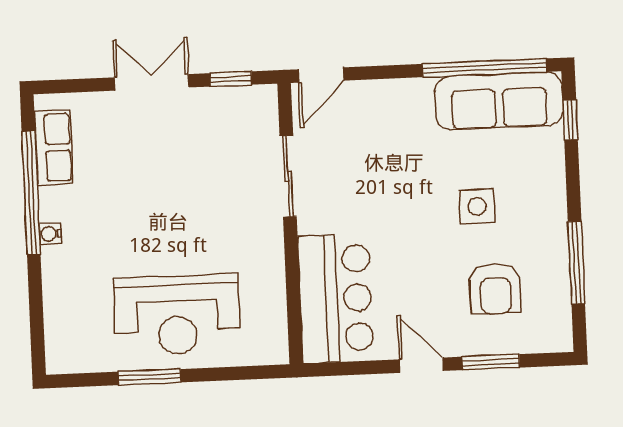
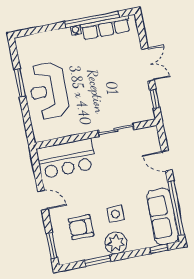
door: (321, 75) -> (167, 161), moved
row of seats: (54, 147) -> (106, 28), width x1.48
plant: (543, 215) -> (116, 243), added
window: (576, 263) -> (98, 261), width x0.69
window: (491, 362) -> (52, 246), moved
door: (421, 365) -> (43, 200), hinge flipped

